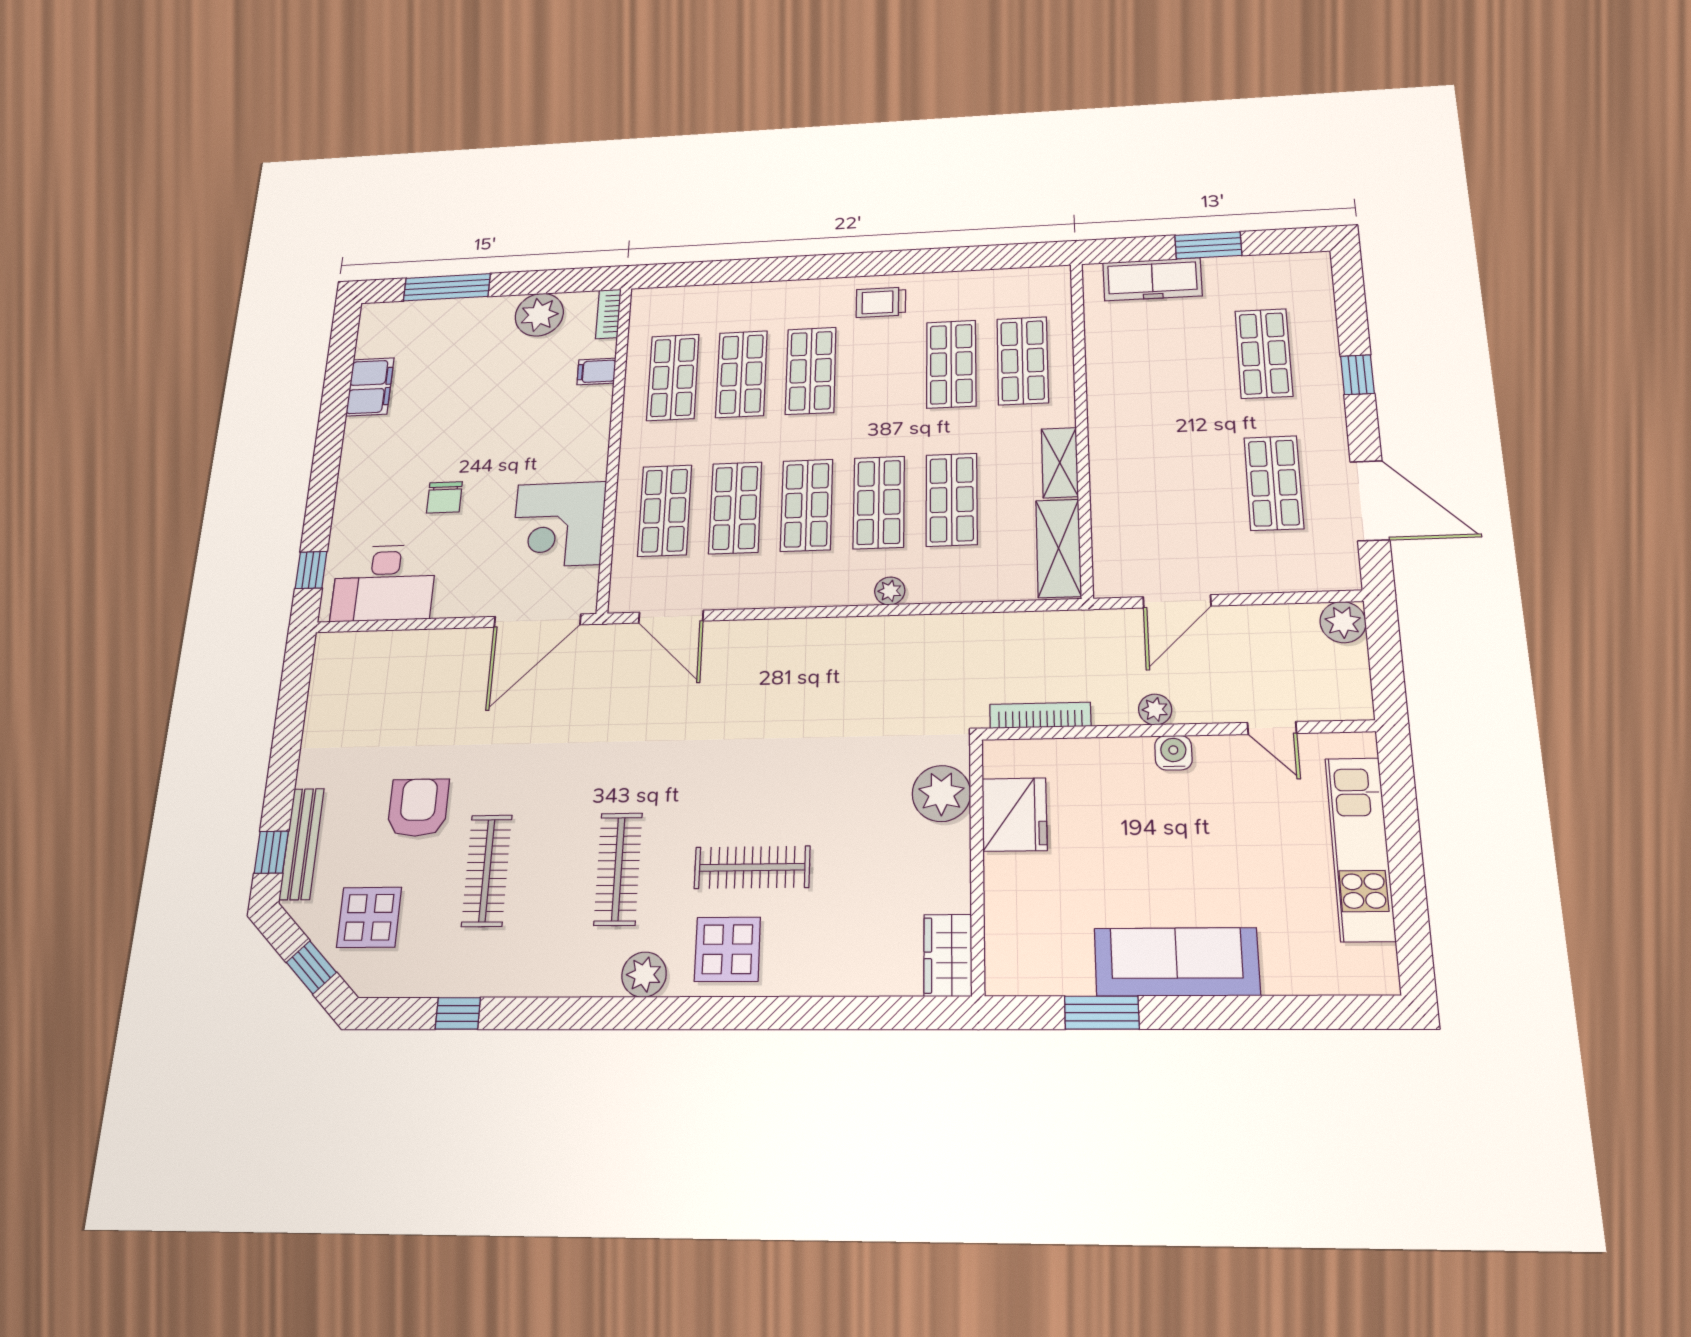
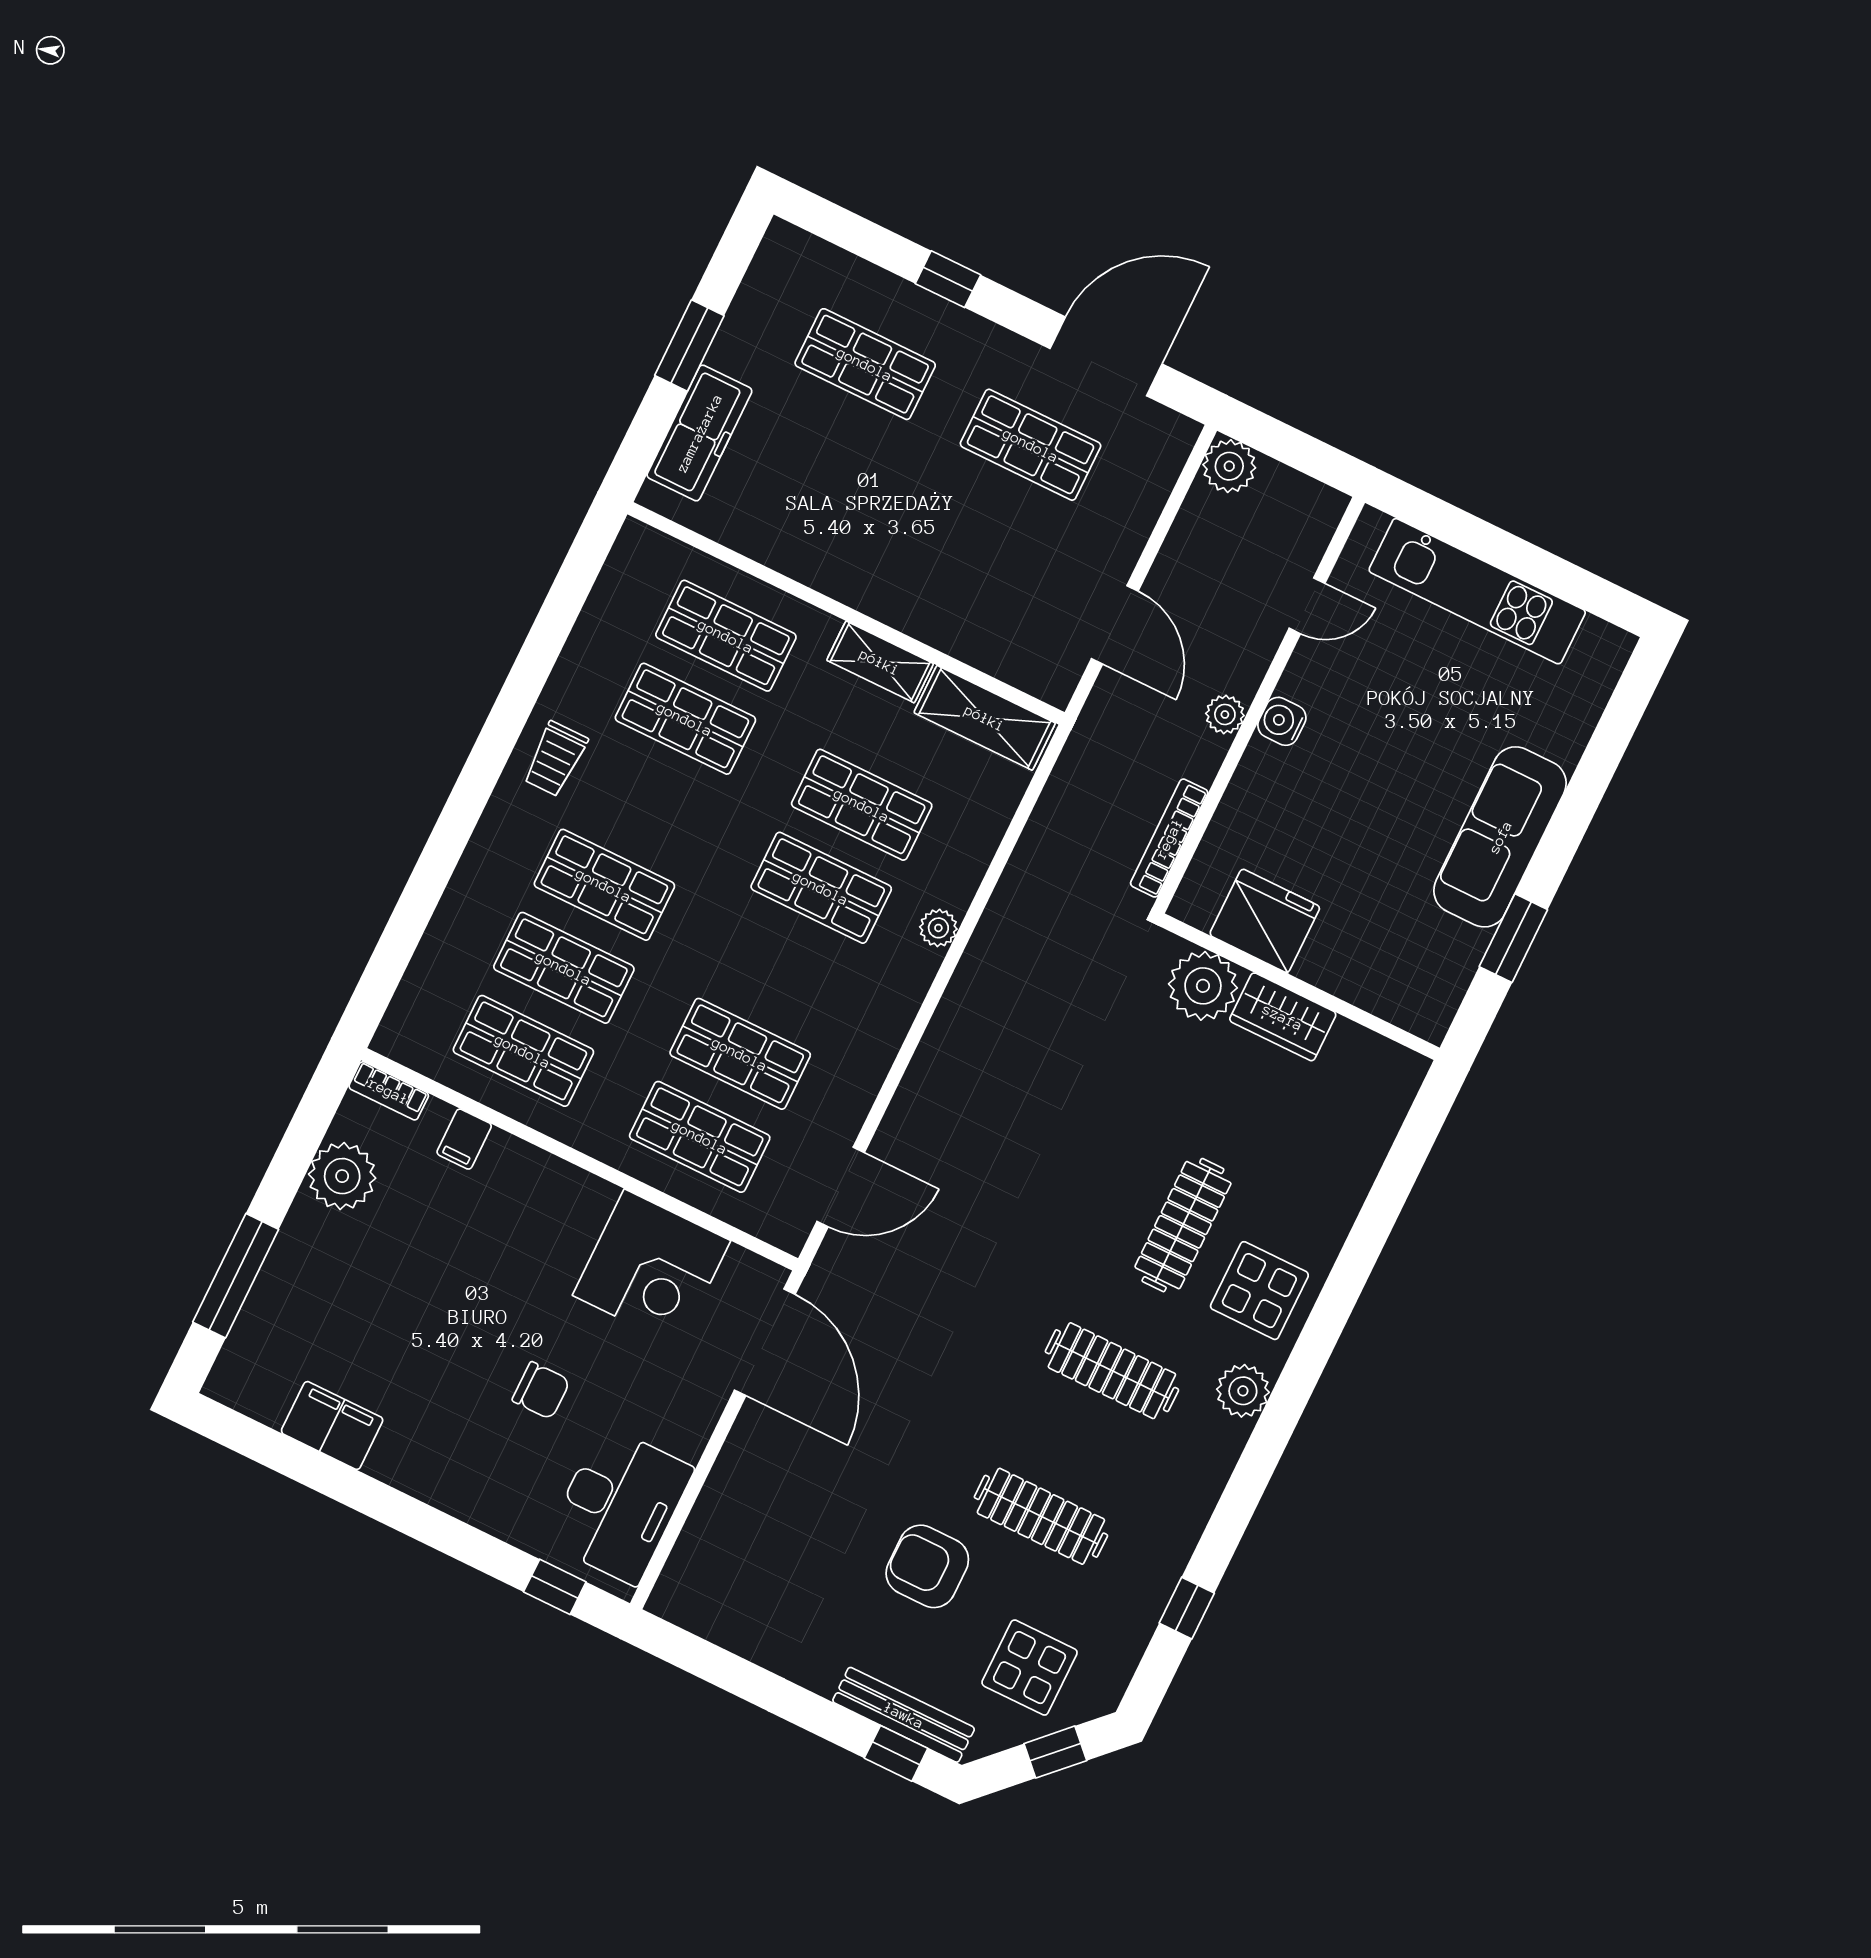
shop shelf: (807, 505) -> (781, 971), removed
wardrobe: (948, 955) -> (1283, 1017), moved

